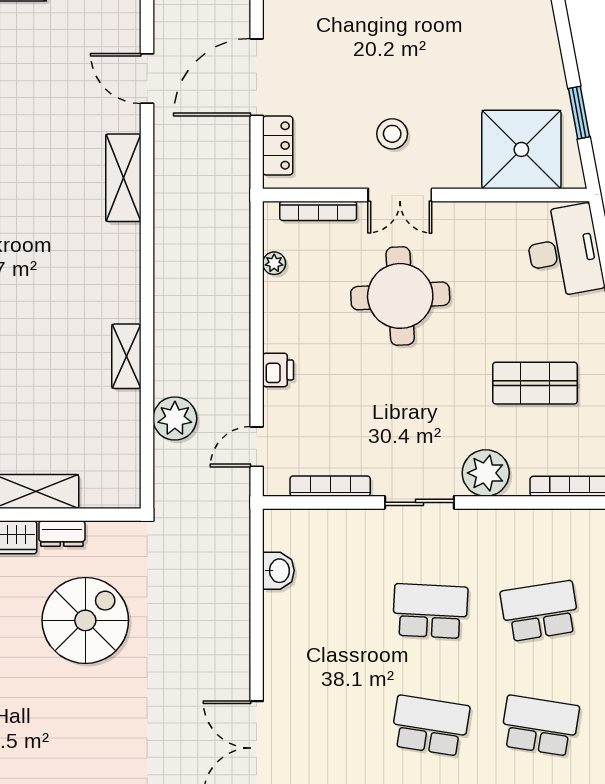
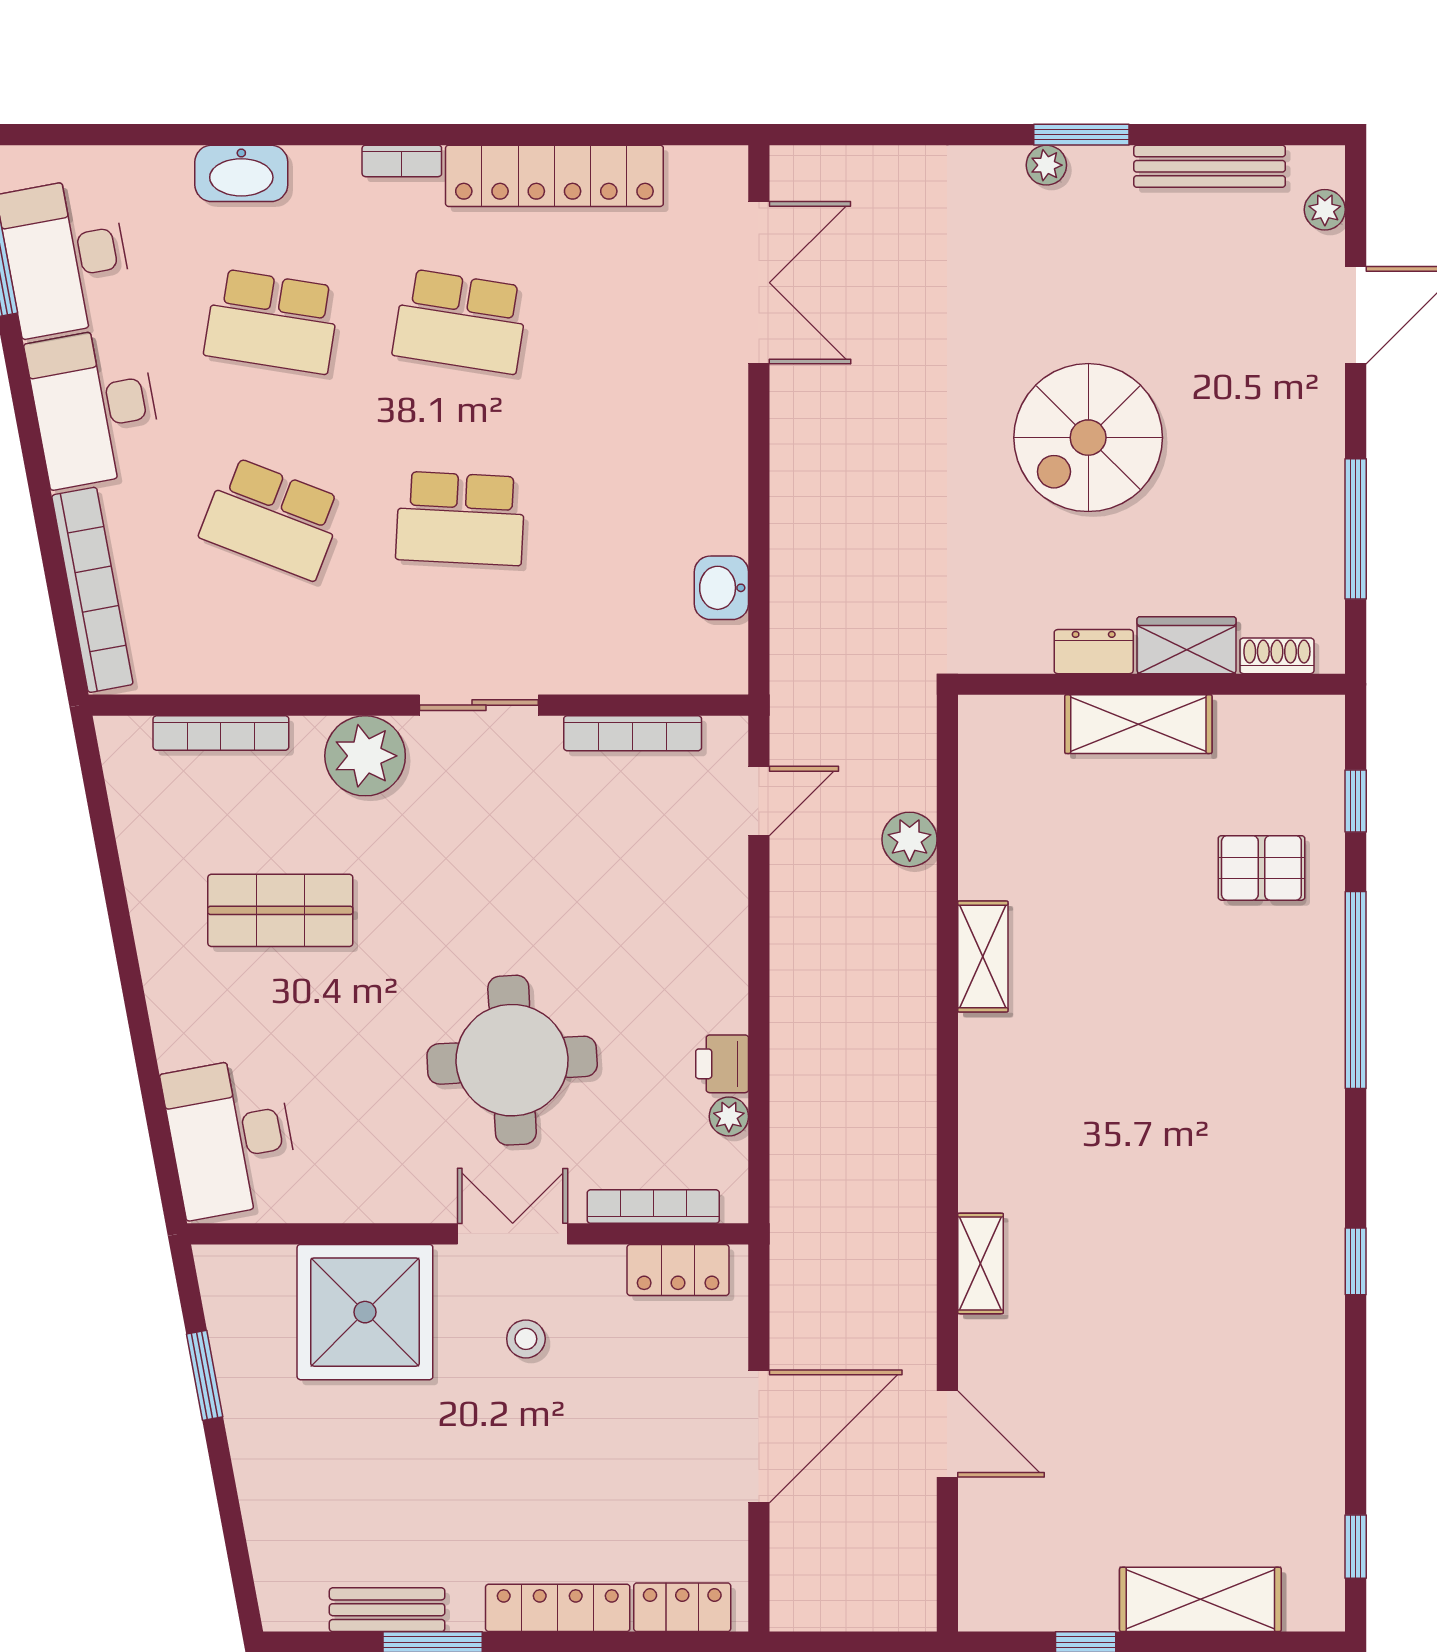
stool: (392, 134) -> (526, 1339), width x0.73, depth x0.73
locker: (278, 145) -> (678, 1270), moved, turned -90
shower: (521, 149) -> (365, 1312), moved
shelving: (123, 178) -> (980, 1263), width x0.67, depth x0.75
printer: (278, 370) -> (722, 1064), moved
plant: (175, 419) -> (910, 839), width x0.73, depth x0.73
school desk: (540, 611) -> (272, 518), turned 30
spiral stairs: (85, 620) -> (1088, 438), moved

